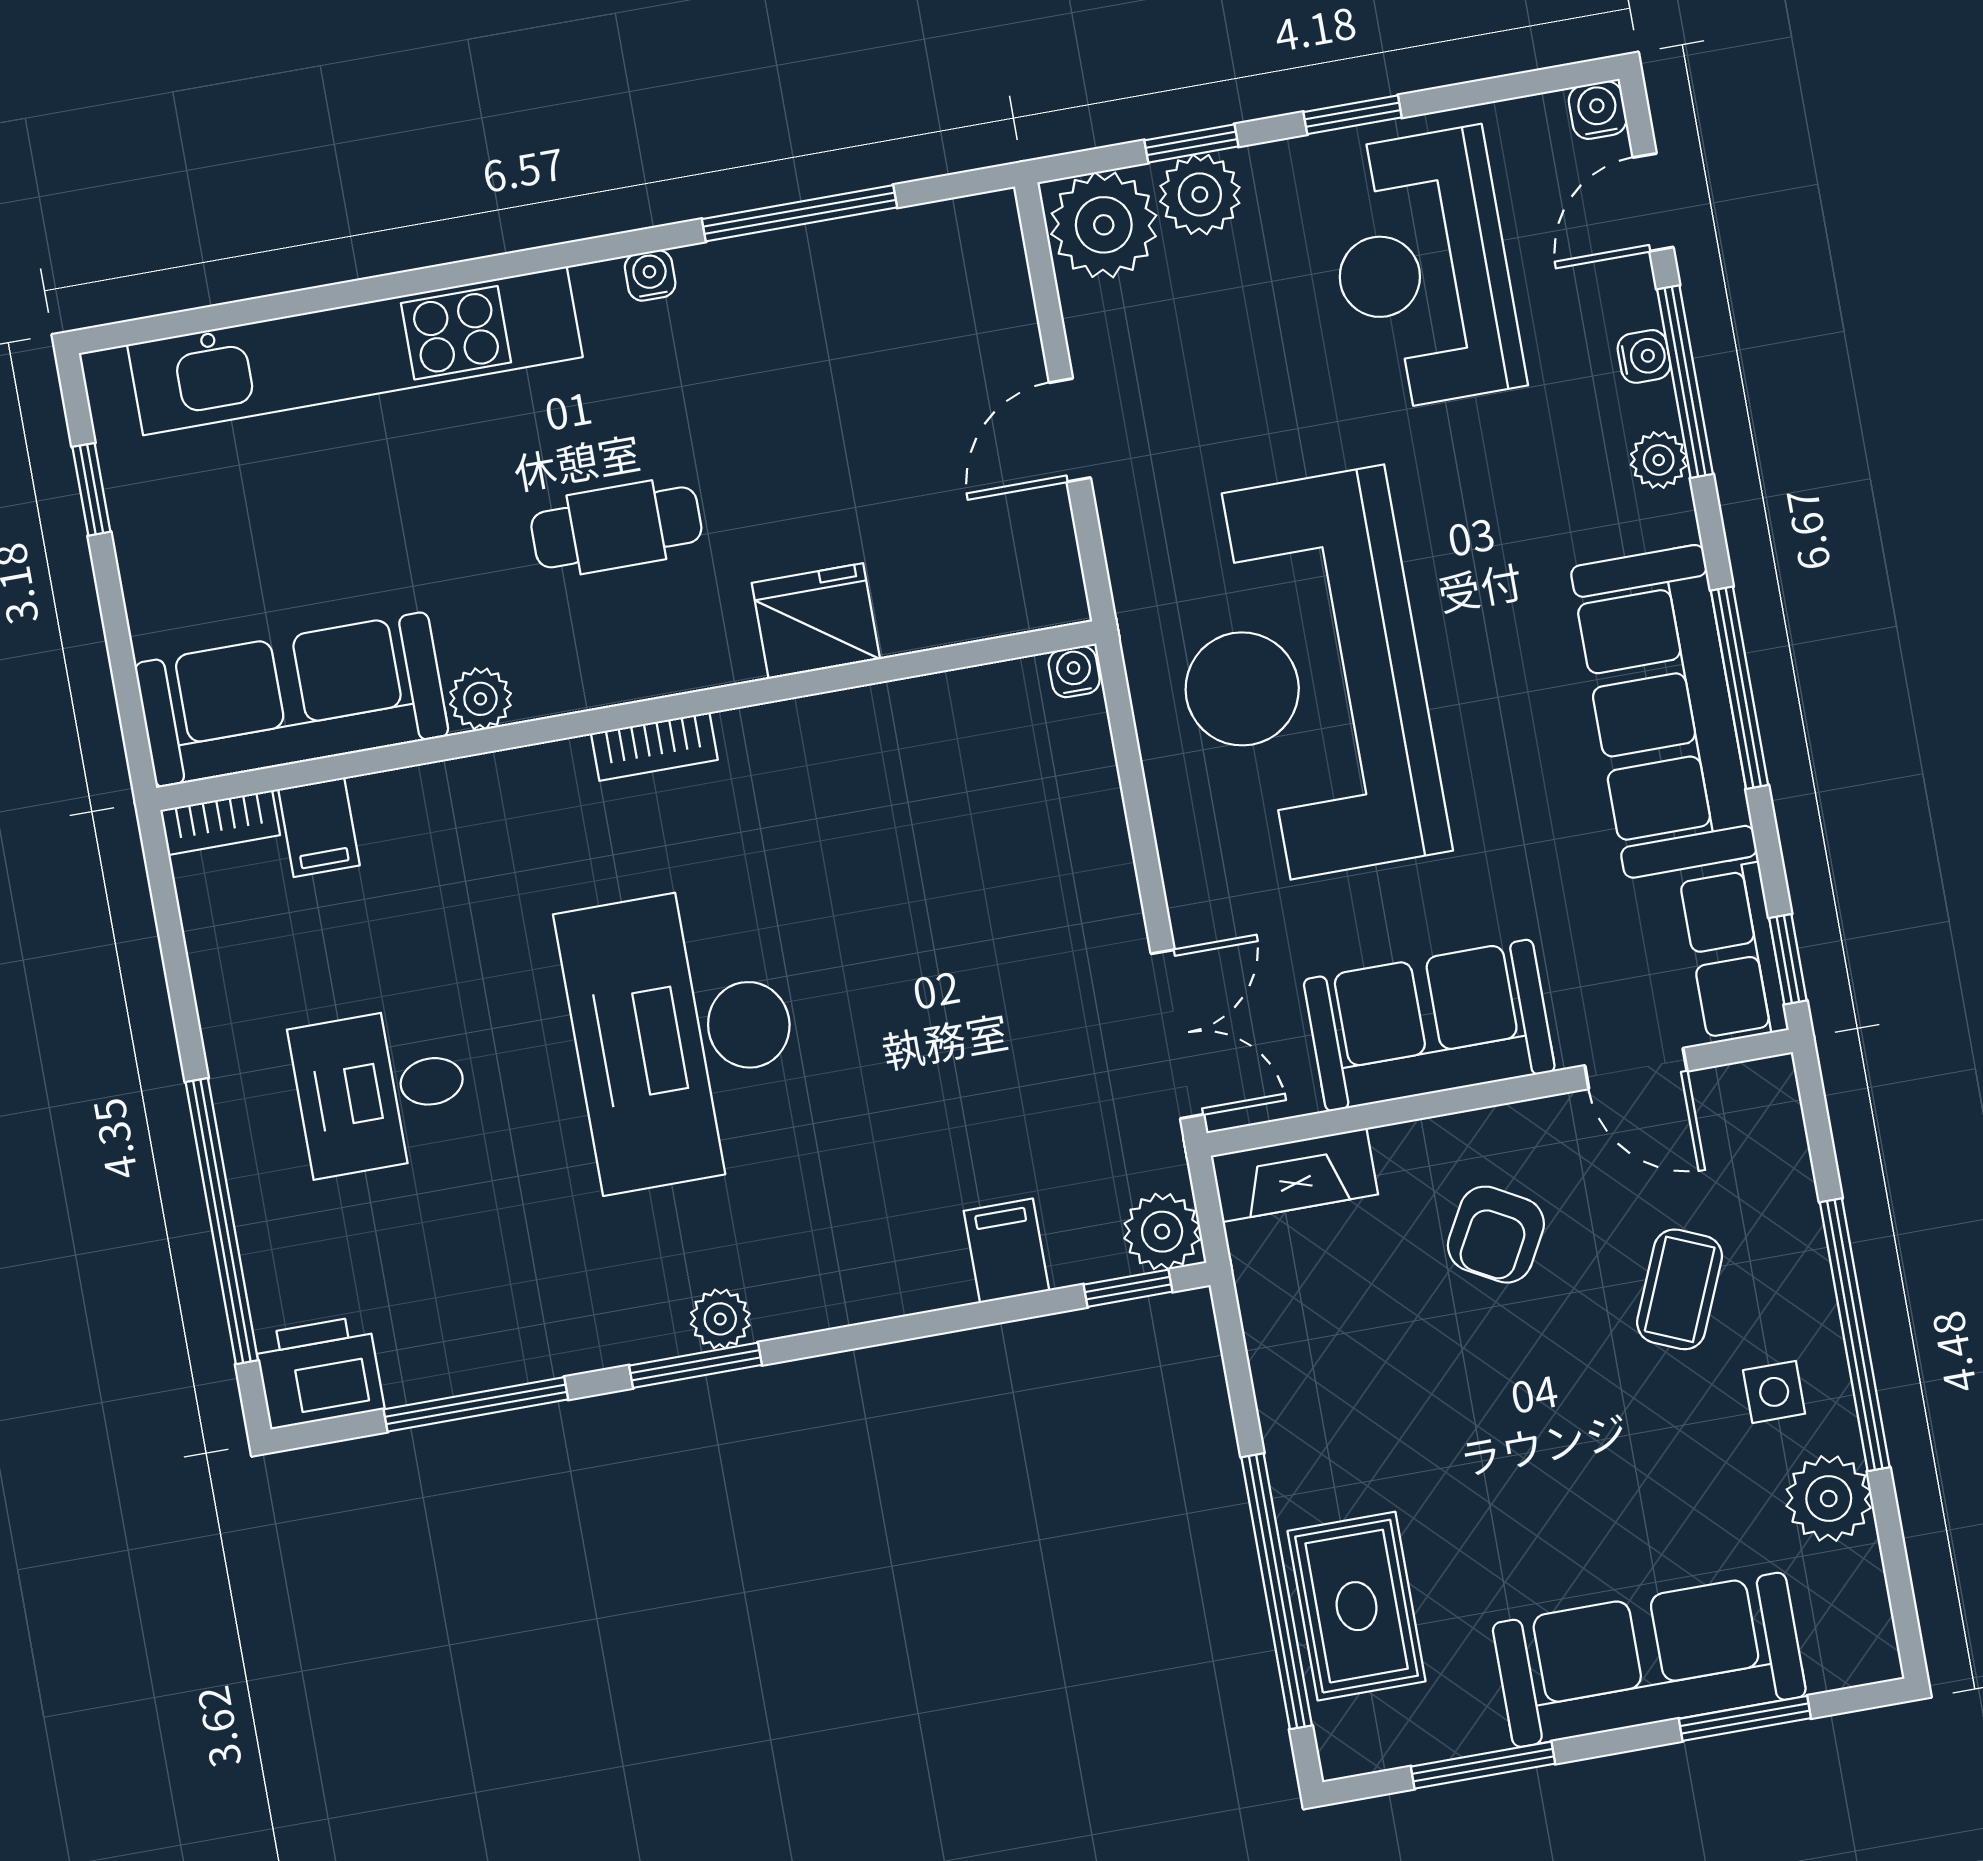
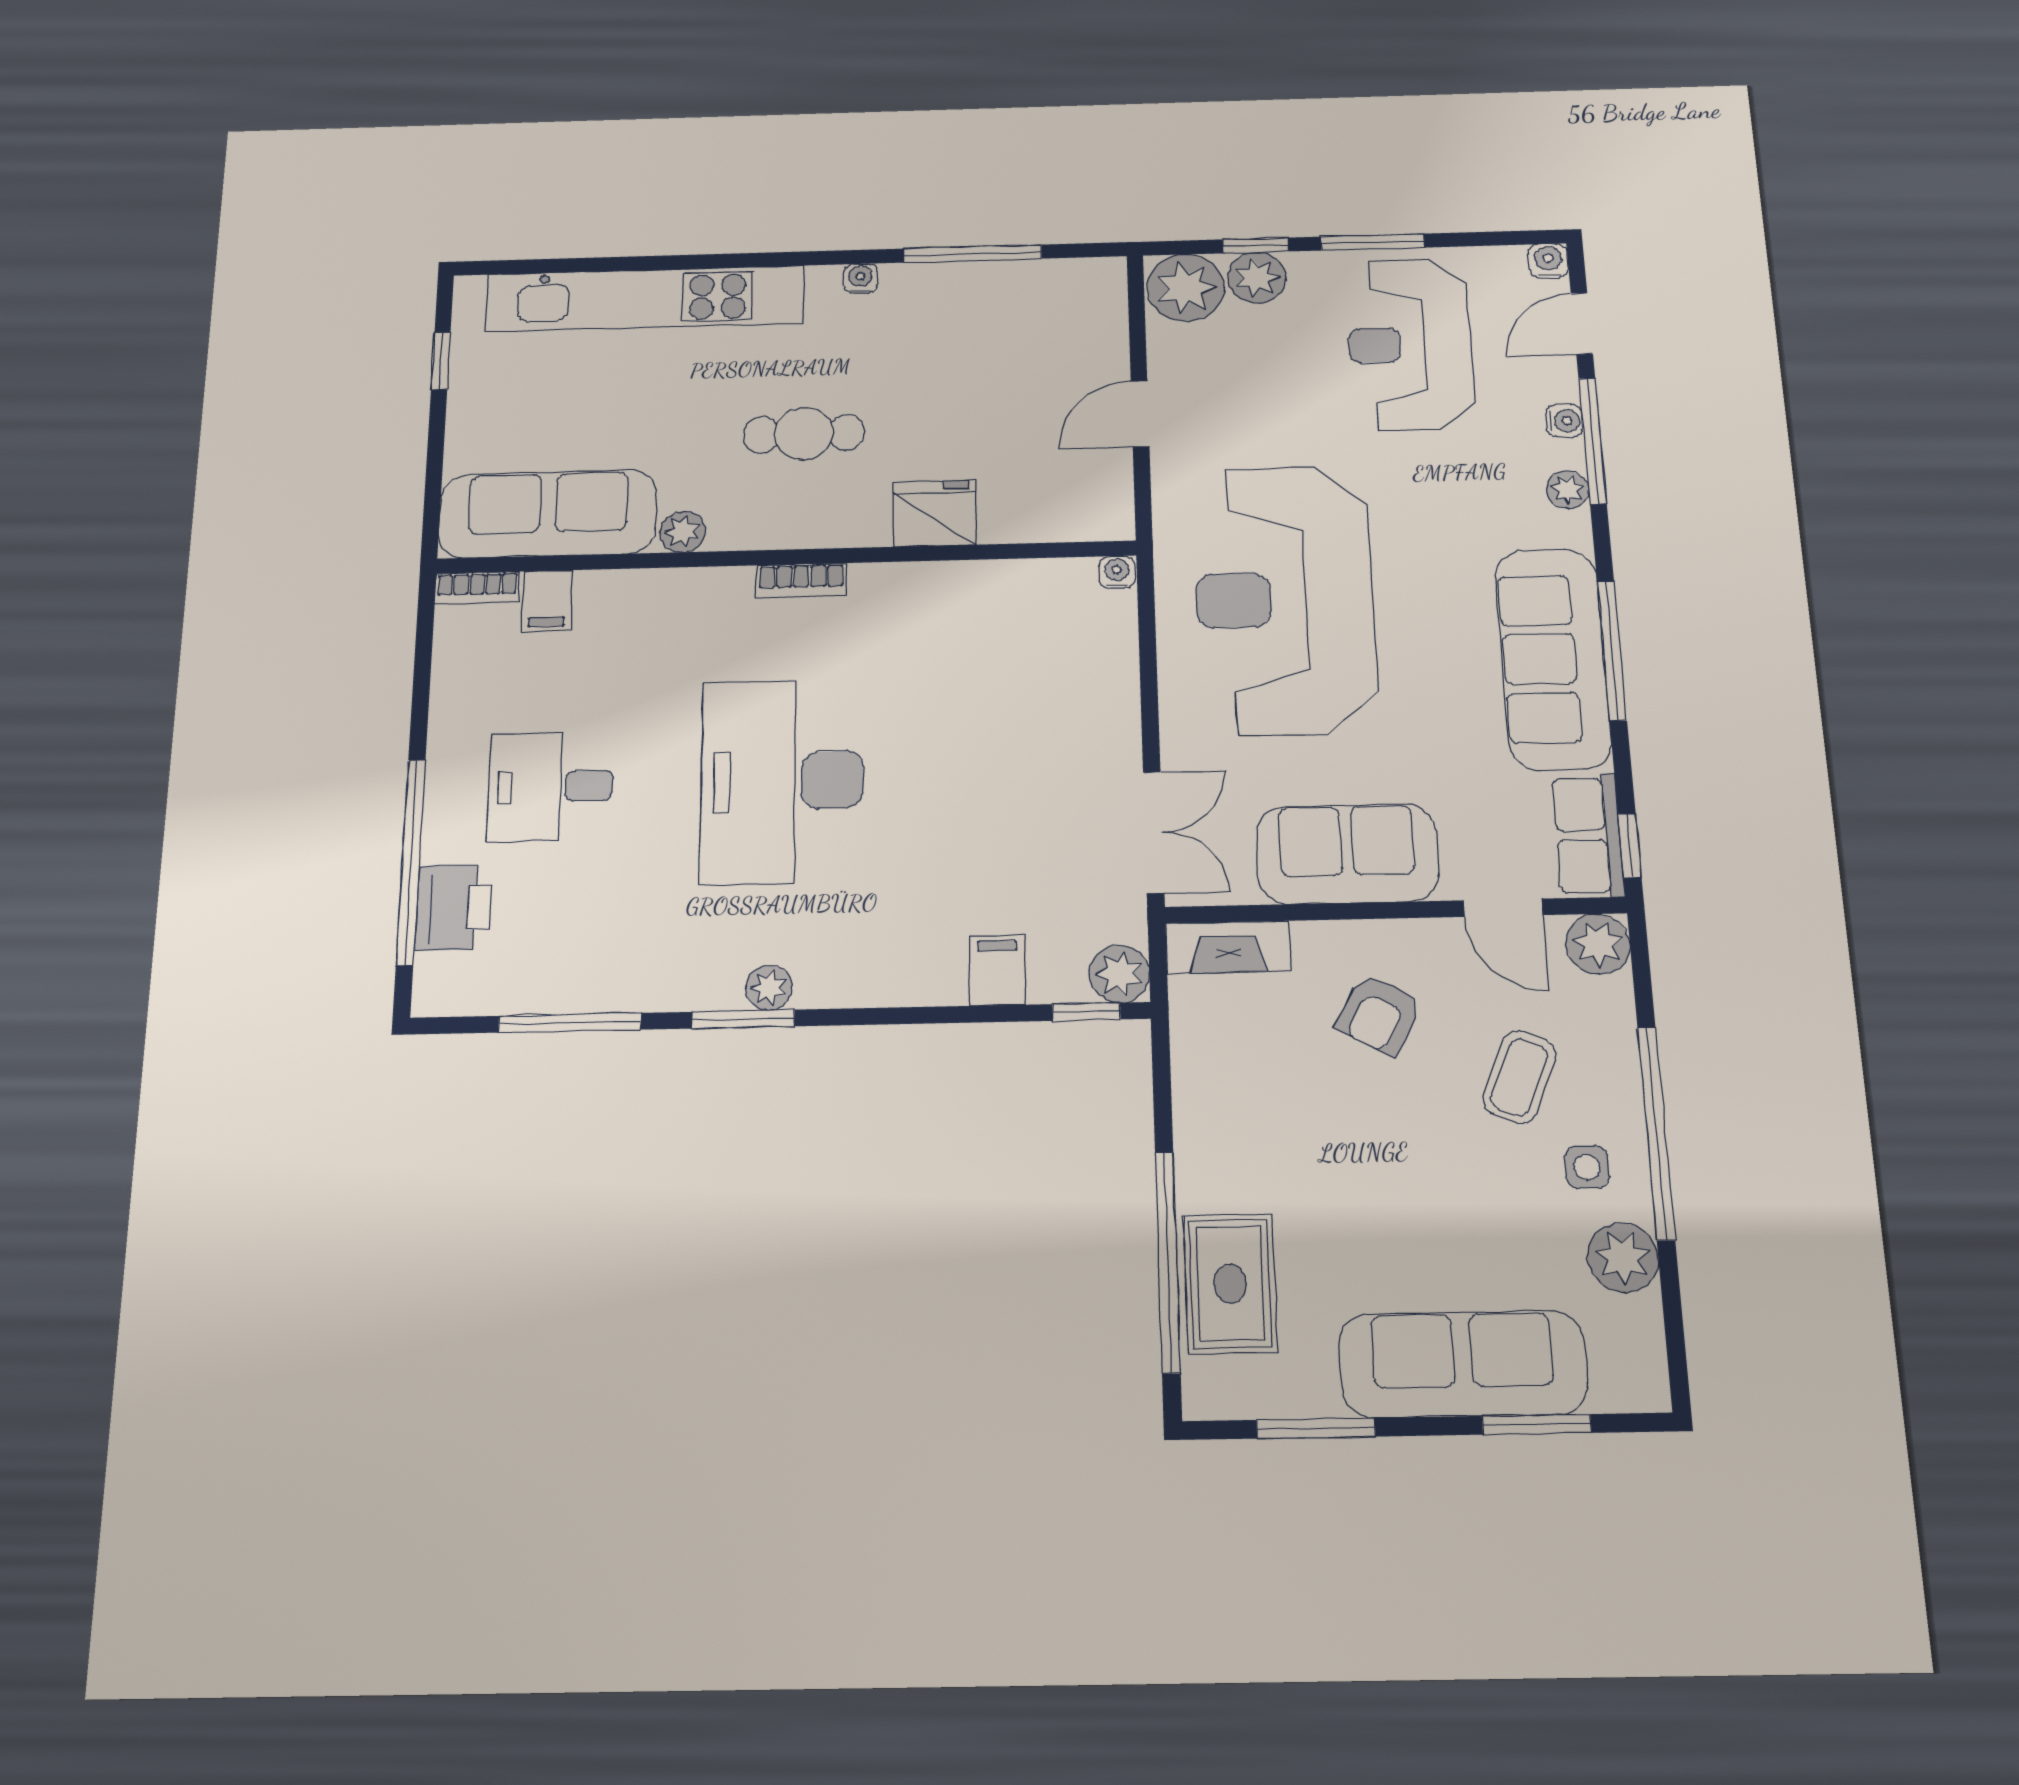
window: (1353, 115) -> (1373, 242), width x1.50
plant: (1760, 1099) -> (1598, 944), added
printer: (319, 1372) -> (453, 908), moved, turned 90

